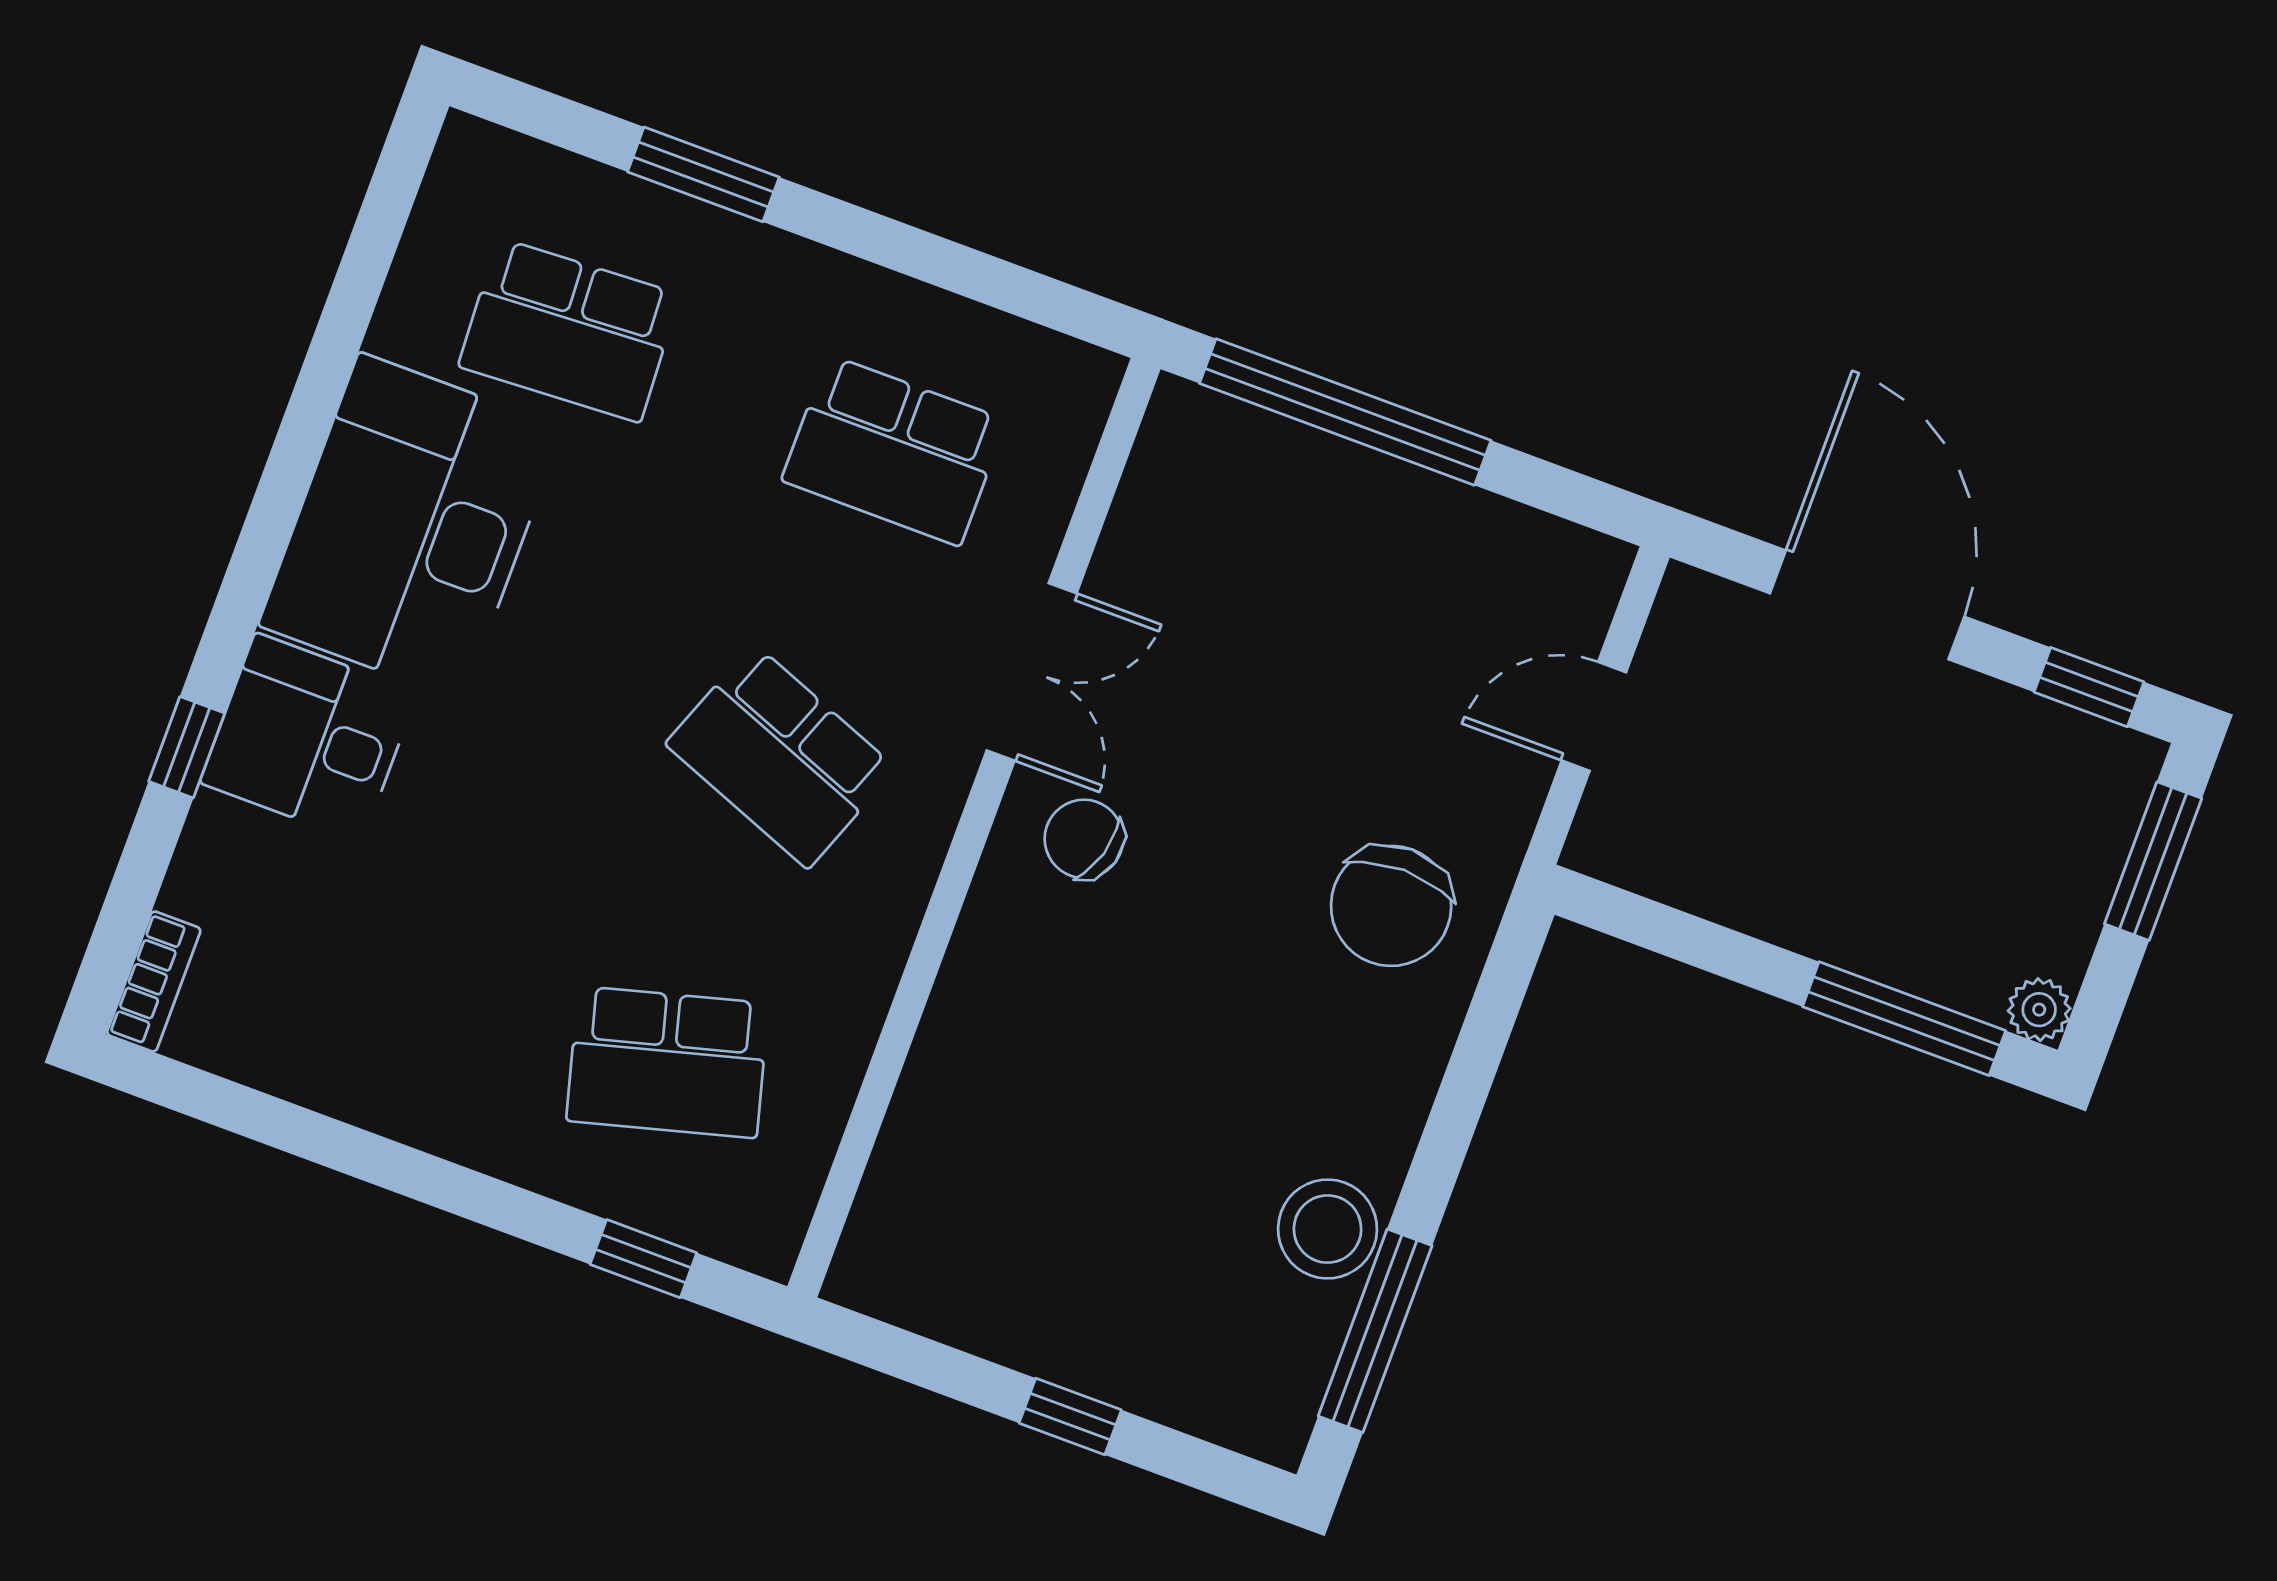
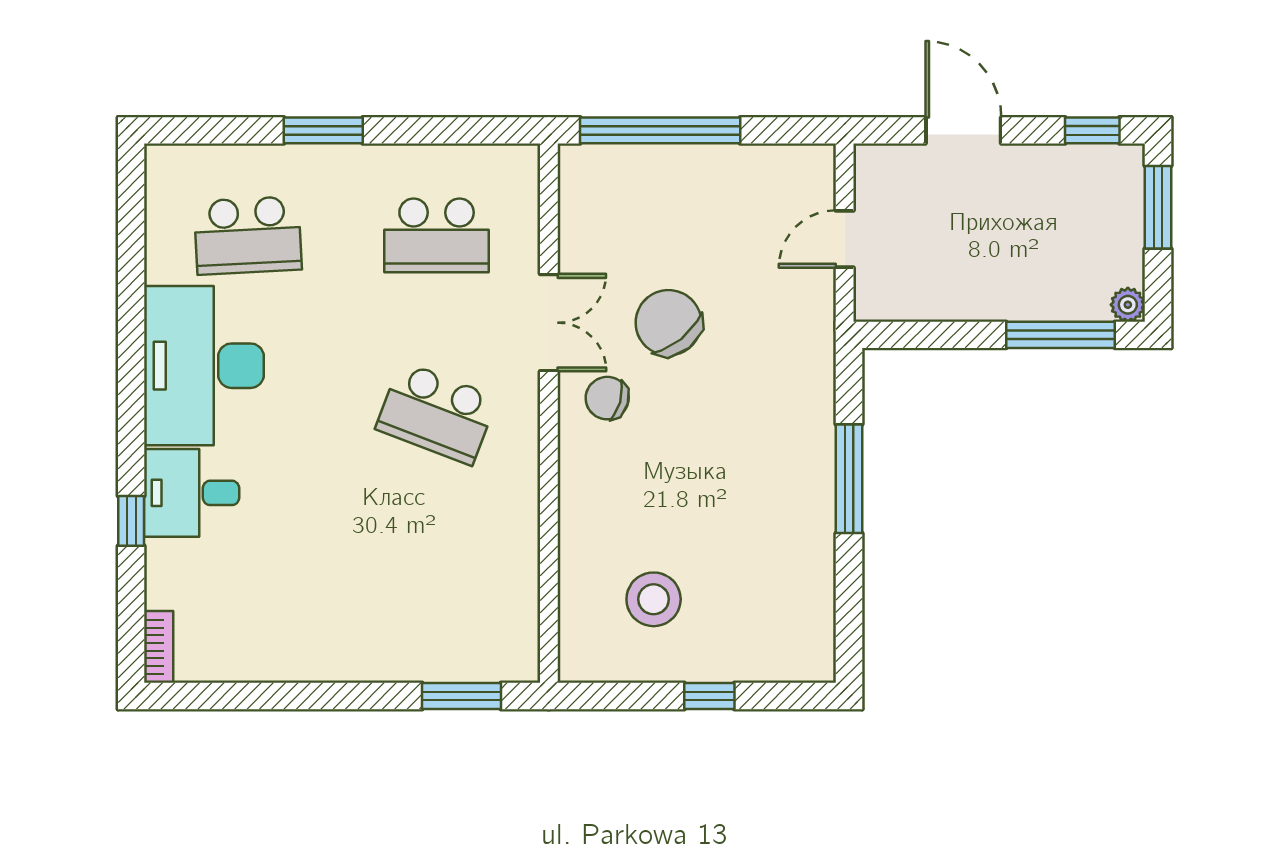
window: (703, 174) -> (323, 130), moved
door: (1867, 605) -> (963, 130), width x0.73
chair: (1391, 906) -> (668, 323), moved, turned 141
school desk: (668, 1062) -> (437, 591), removed
stool: (1328, 1229) -> (654, 599), moved
window: (643, 1259) -> (461, 696), width x1.50
window: (1375, 1331) -> (849, 479), moved

